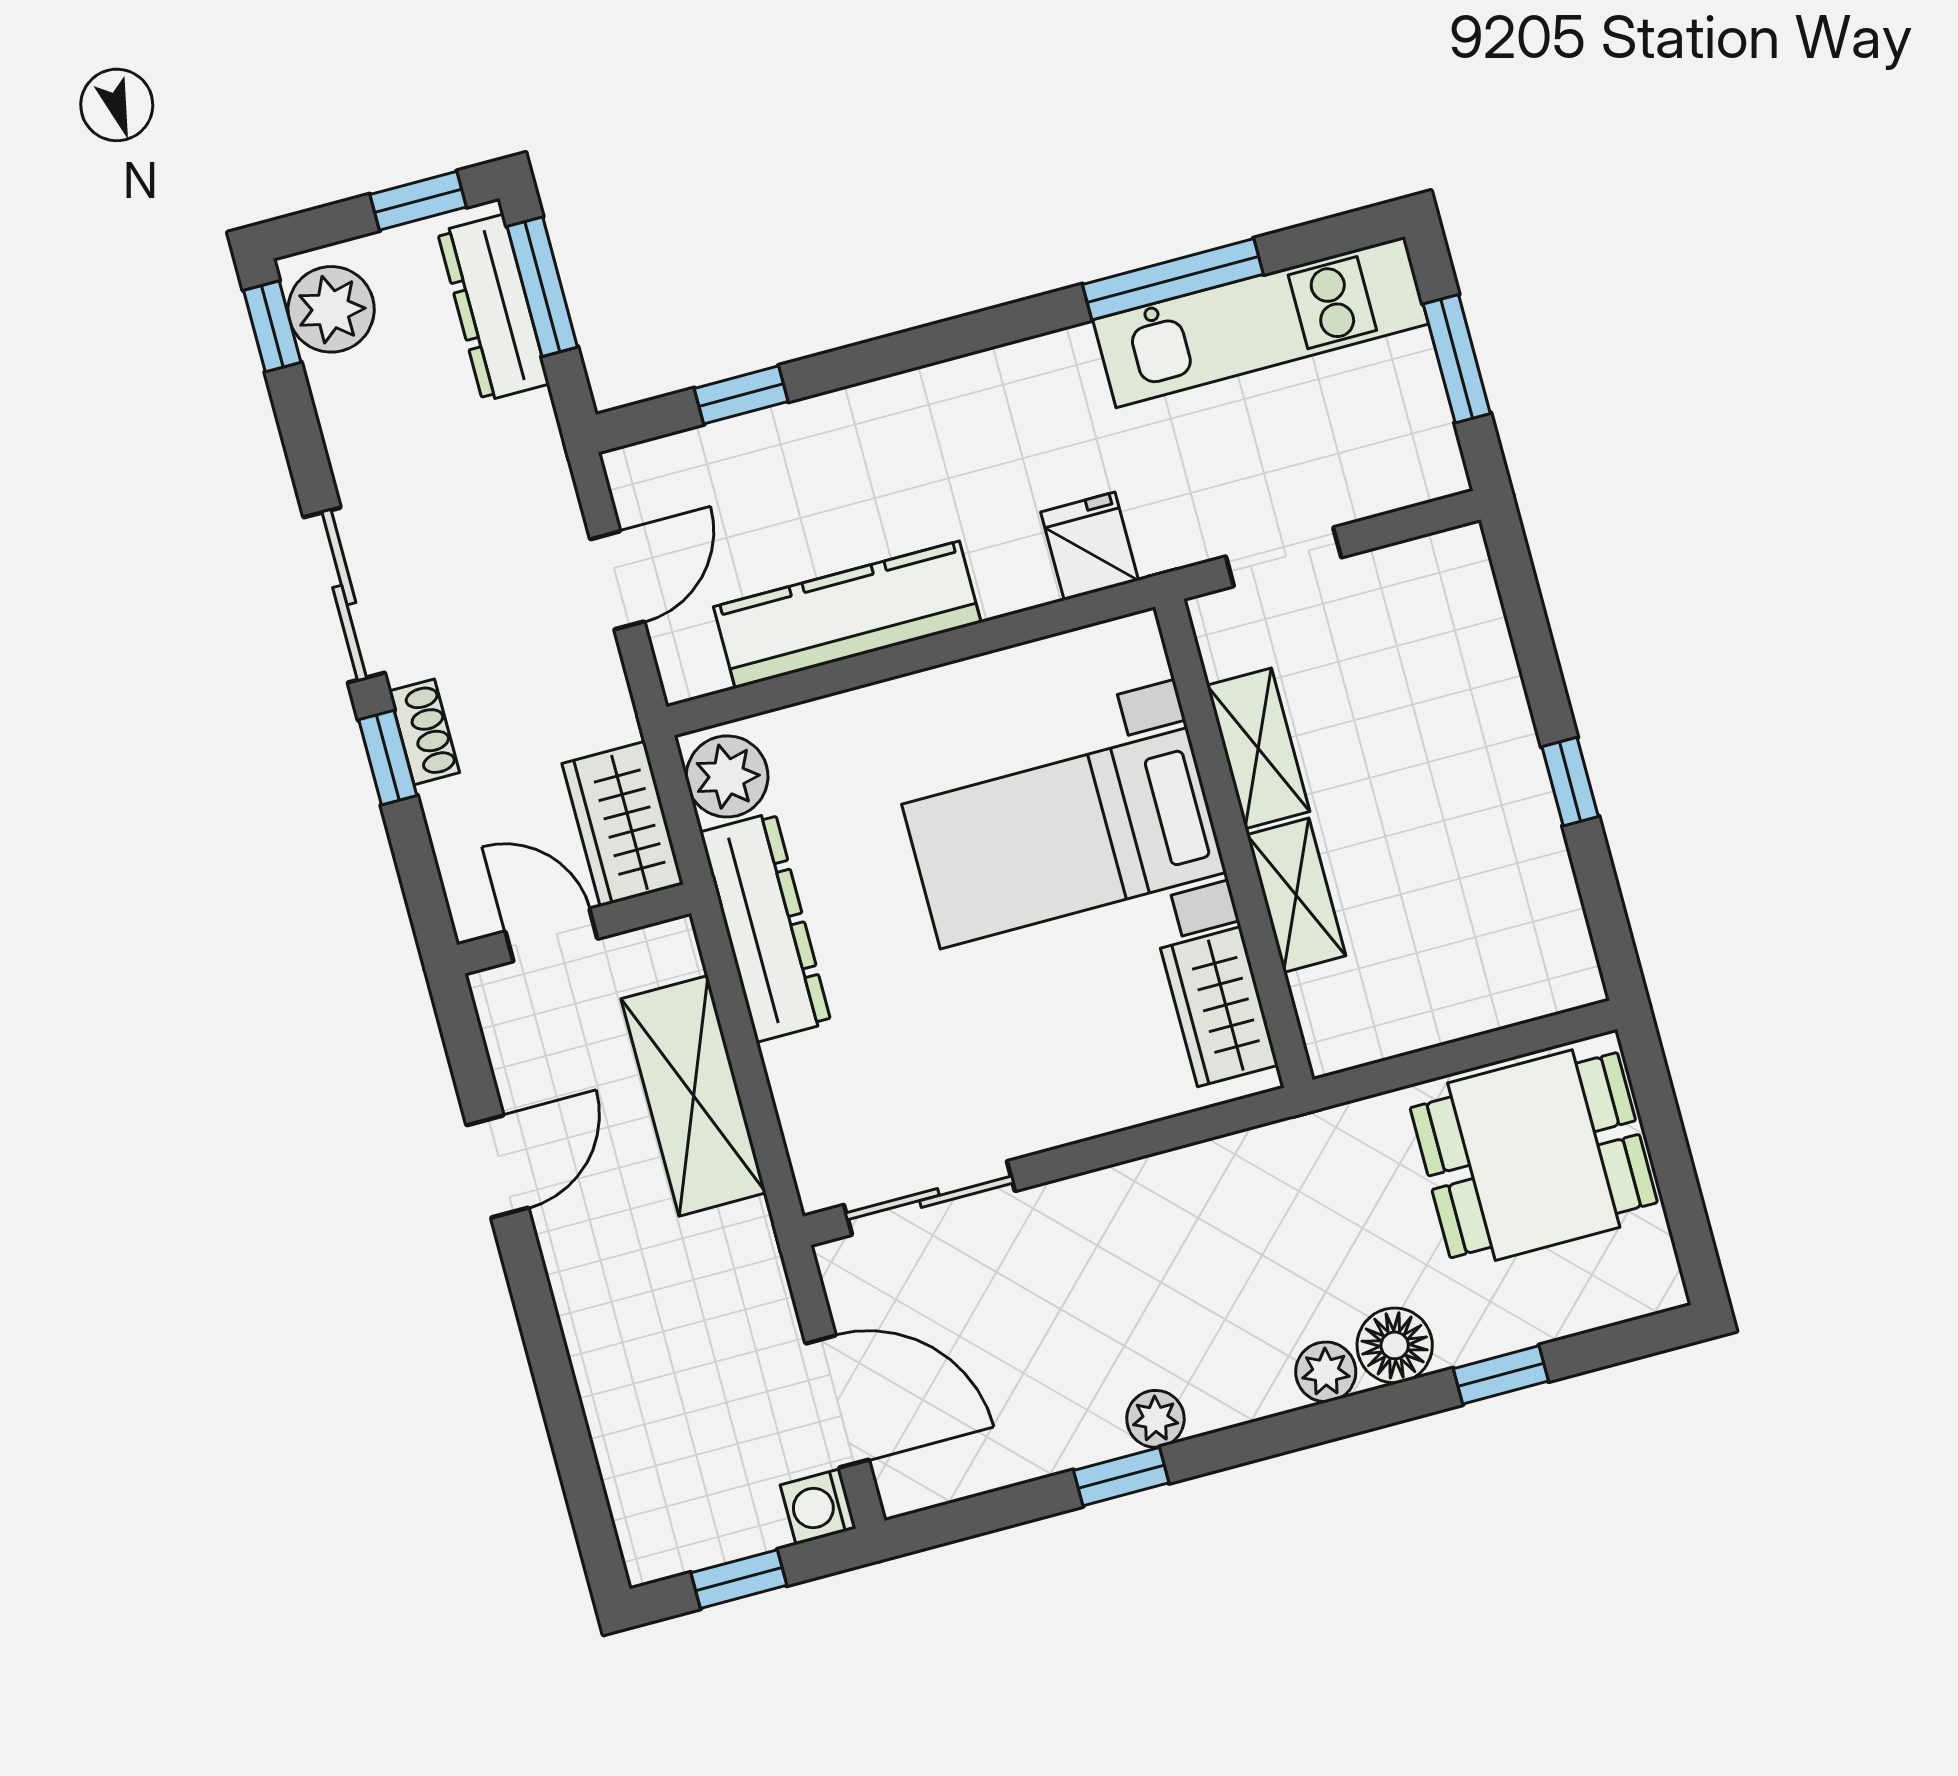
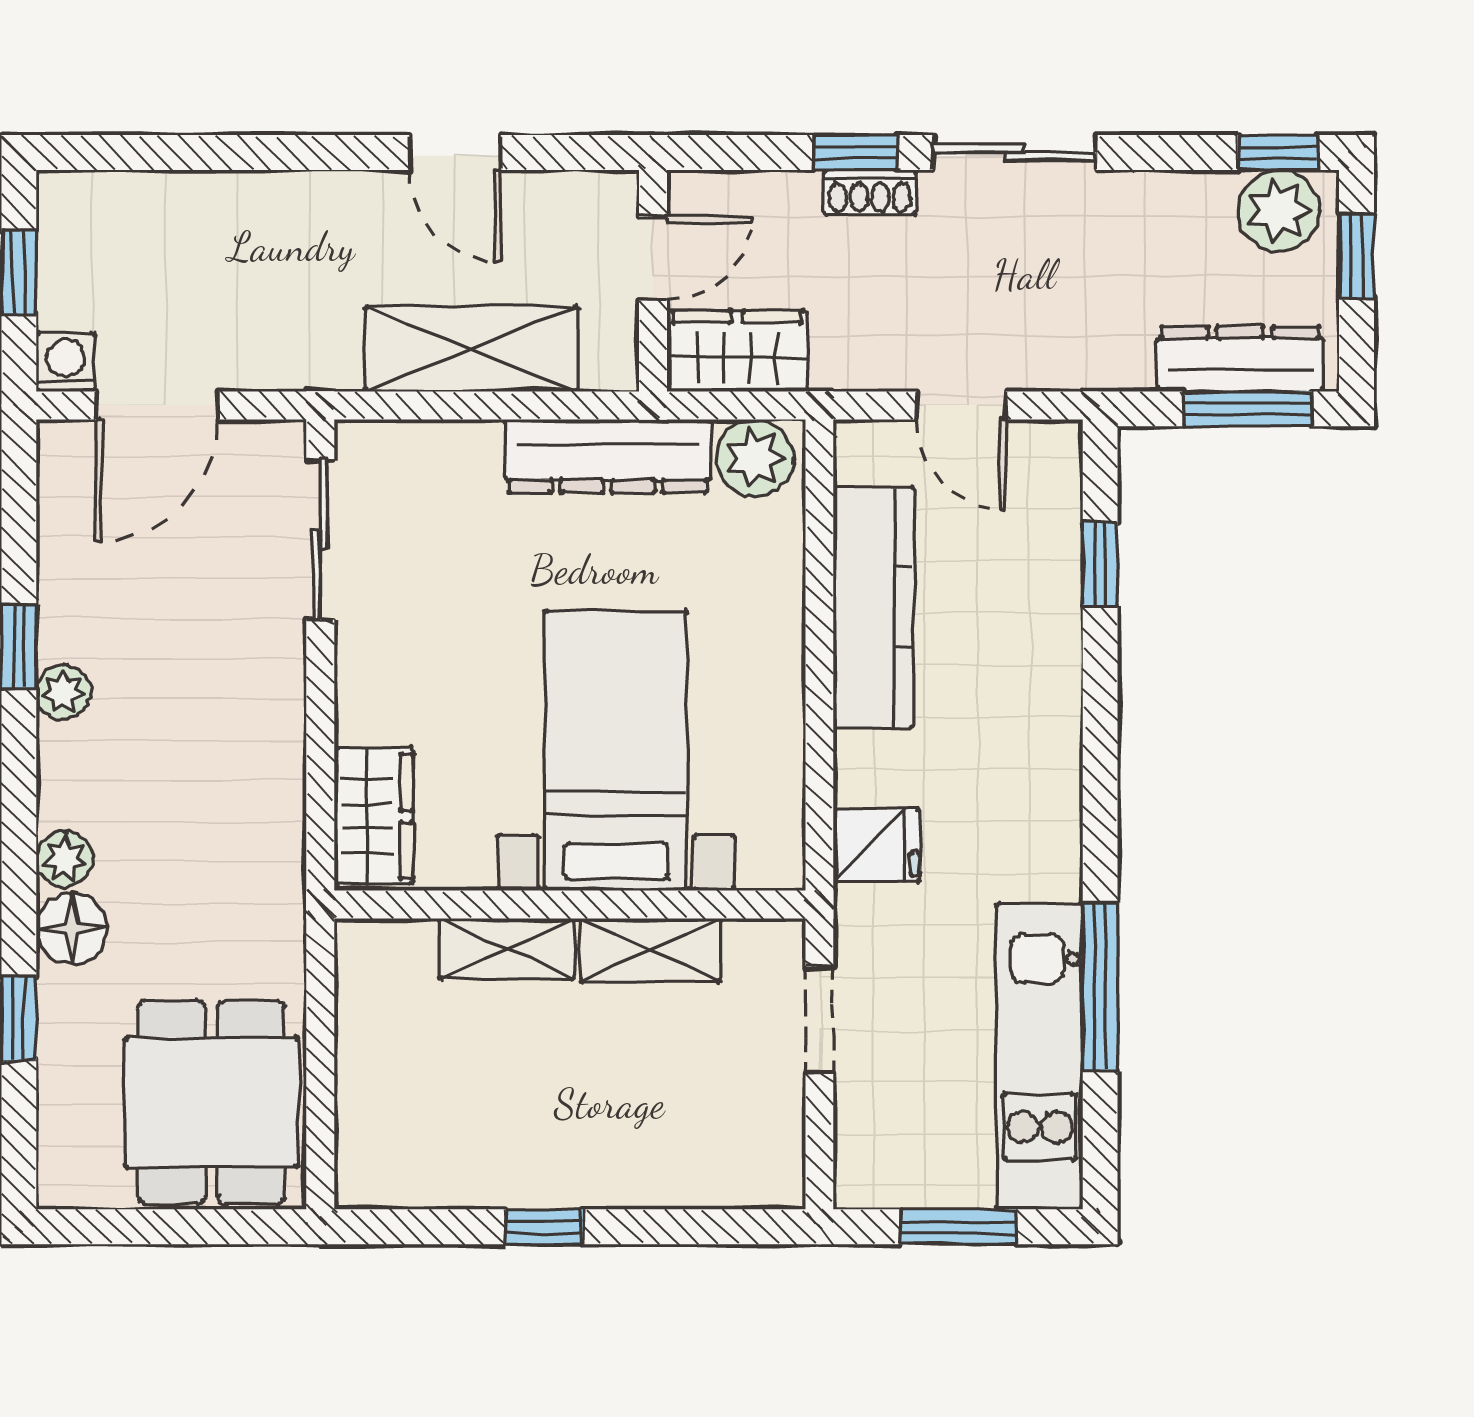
window: (418, 201) -> (1357, 256), moved
wardrobe: (1219, 1007) -> (374, 816), moved, turned 90

